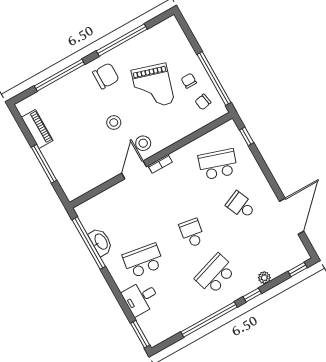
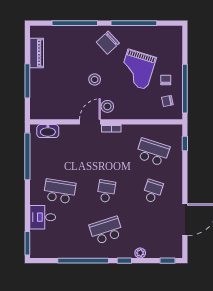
chair: (106, 76) -> (108, 43), turned 137
school desk: (241, 205) -> (153, 191), turned 42
washbasin: (101, 242) -> (48, 131), moved, turned 90

